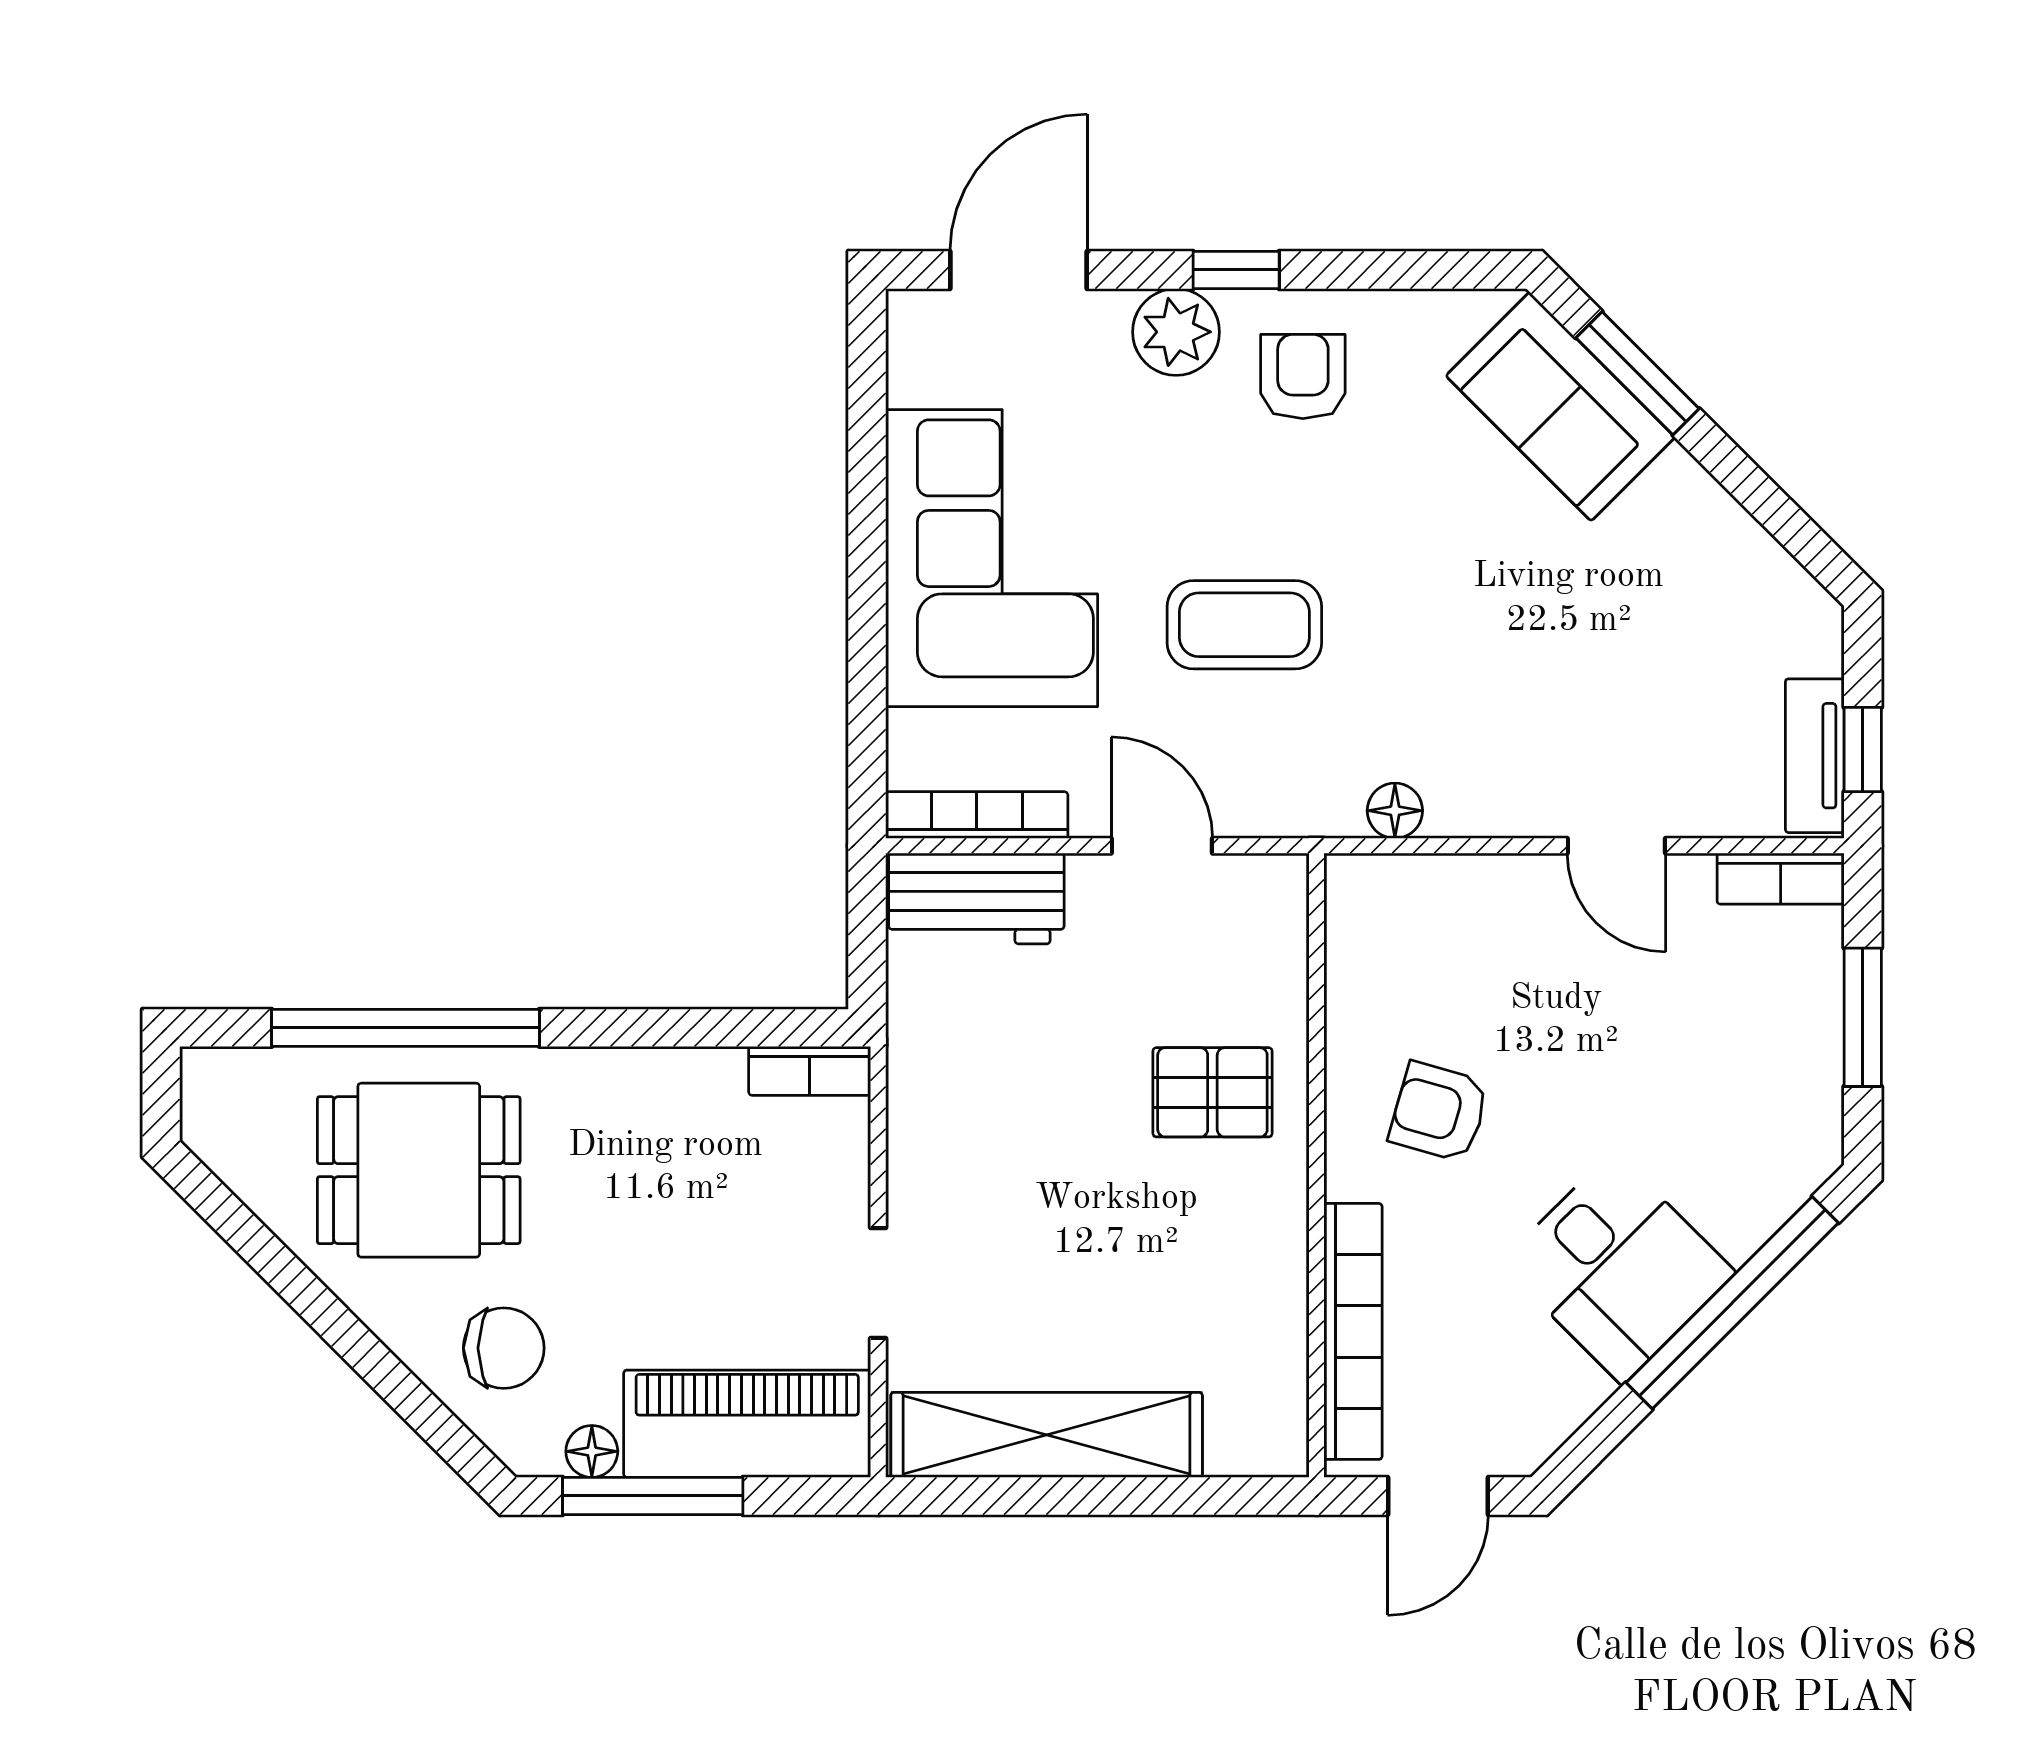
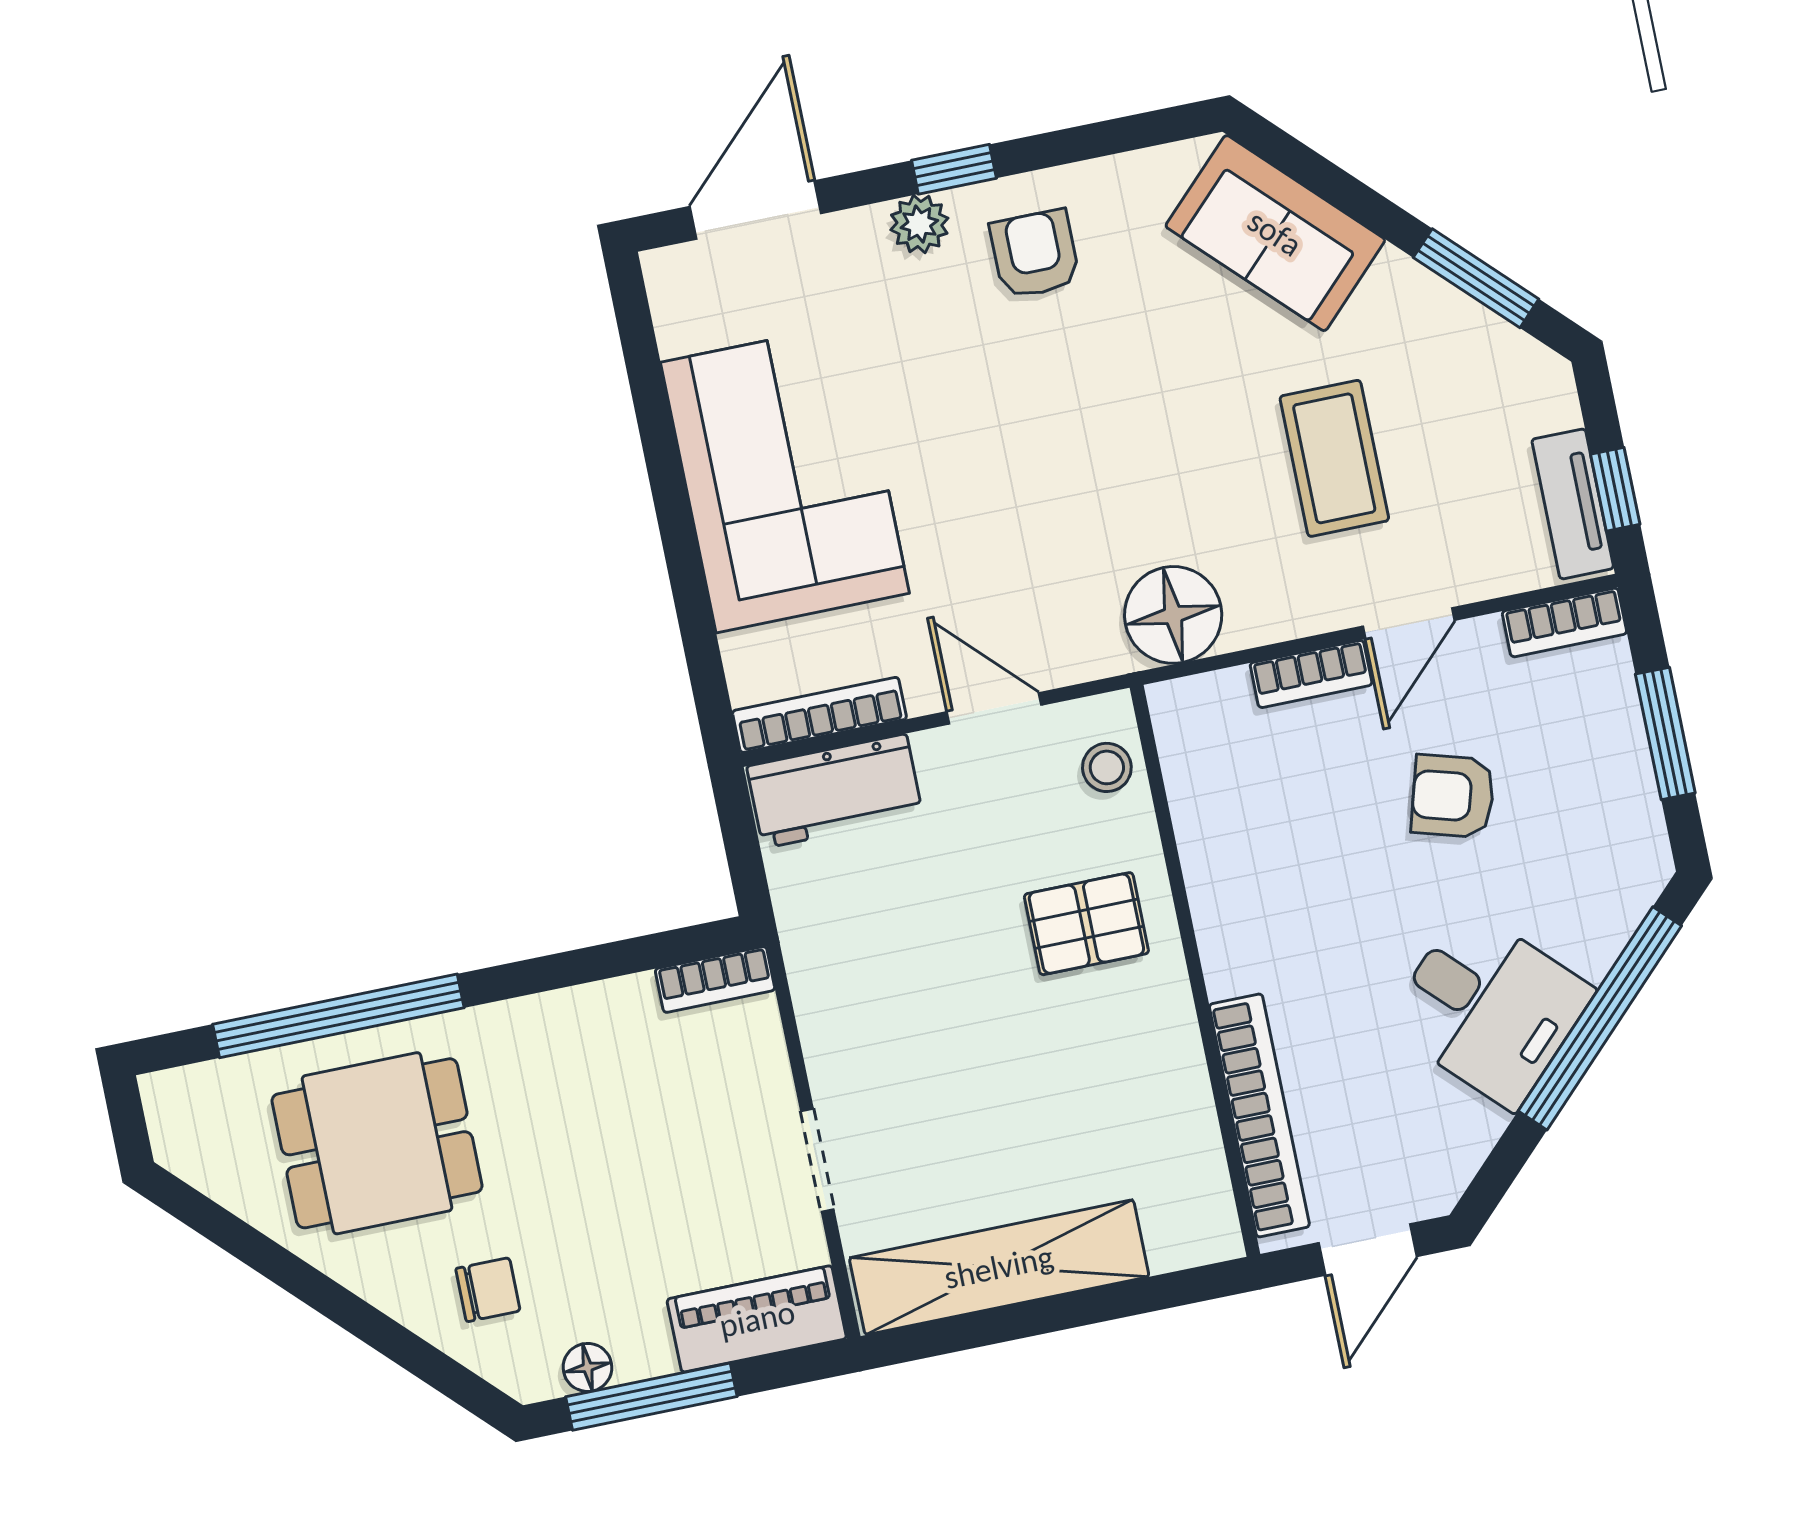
plant: (1176, 332) -> (919, 224), width x0.73, depth x0.73
window: (1638, 373) -> (1476, 278), moved
coffee table: (1244, 625) -> (1334, 458), moved, turned 90
floor lamp: (1395, 811) -> (1173, 615), width x1.89, depth x1.89
door: (1616, 846) -> (1409, 623), hinge flipped
bookcase: (1503, 878) -> (1311, 674), added
stool: (1268, 932) -> (1107, 767), added
armchair: (1439, 1112) -> (1453, 796), moved
chair: (504, 1348) -> (488, 1290), width x0.73, depth x0.73
piano: (747, 1424) -> (757, 1319), width x0.73, depth x0.75

